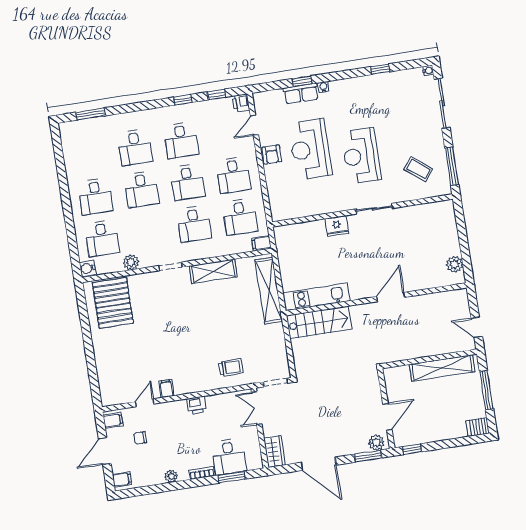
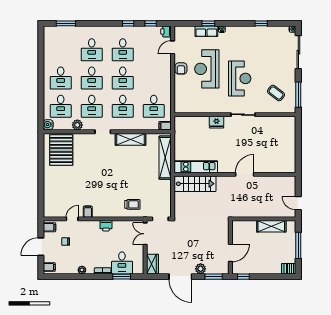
reception desk: (361, 156) -> (240, 78), turned 180
desk: (234, 175) -> (92, 106), moved
plant: (455, 264) -> (290, 159), removed
shelving: (442, 368) -> (271, 226), width x0.68
plant: (376, 443) -> (201, 269), moved

